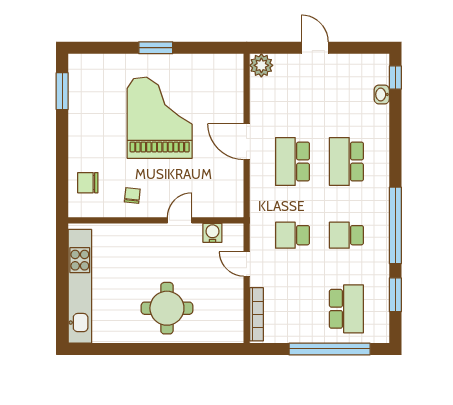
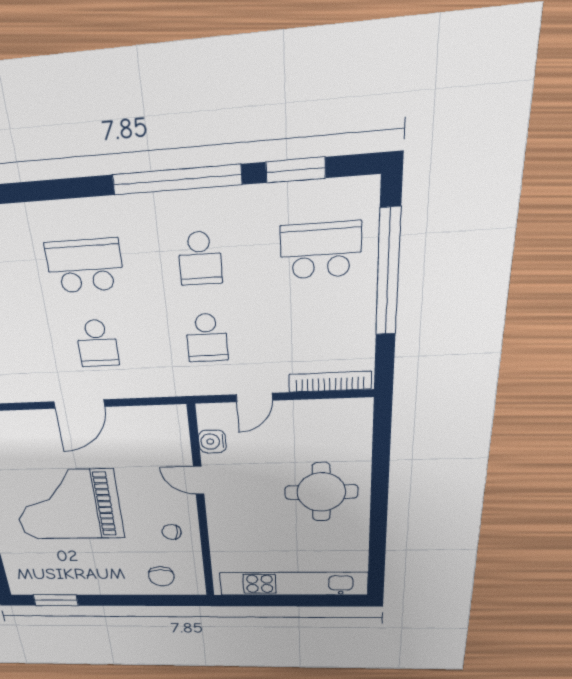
school desk: (293, 162) -> (97, 343), width x0.54
school desk: (346, 162) -> (85, 266), turned 180

